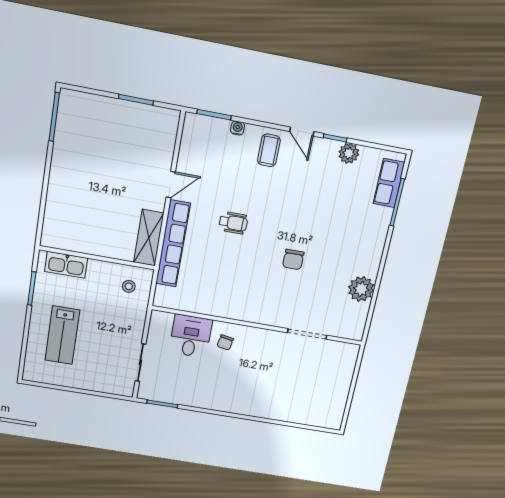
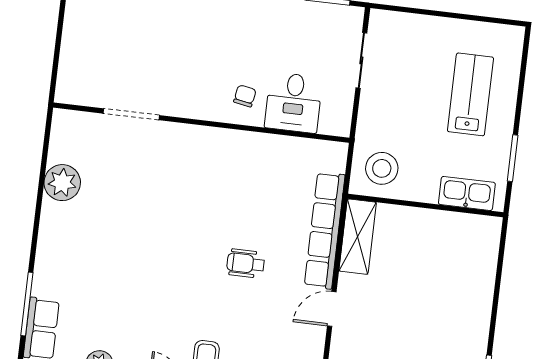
chair: (293, 260) -> (160, 218), removed
stool: (129, 286) -> (382, 168), width x1.89, depth x1.89

